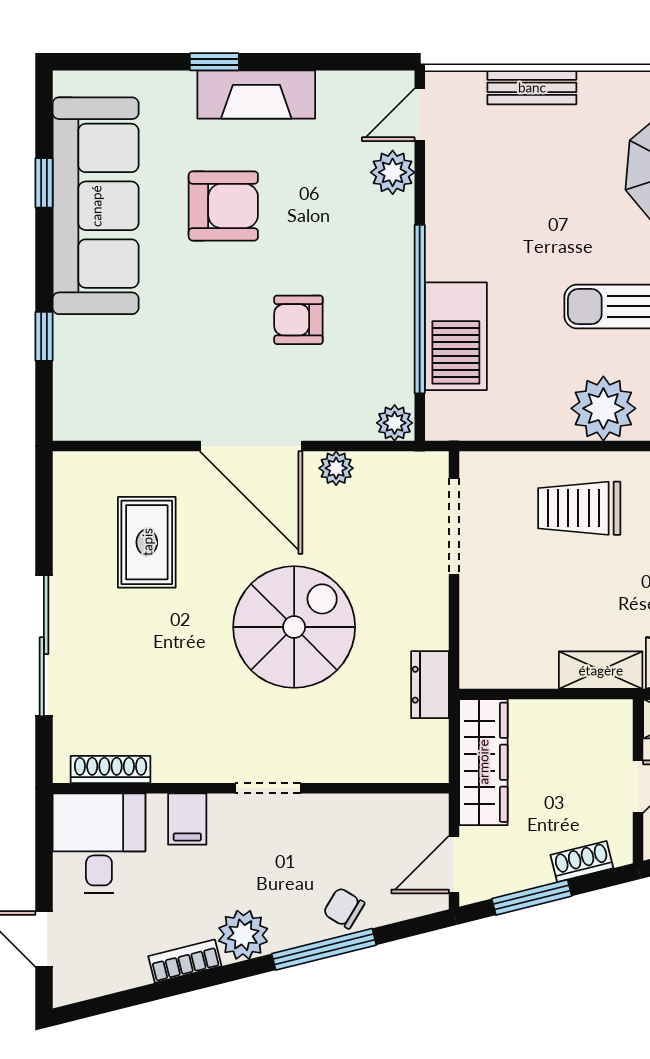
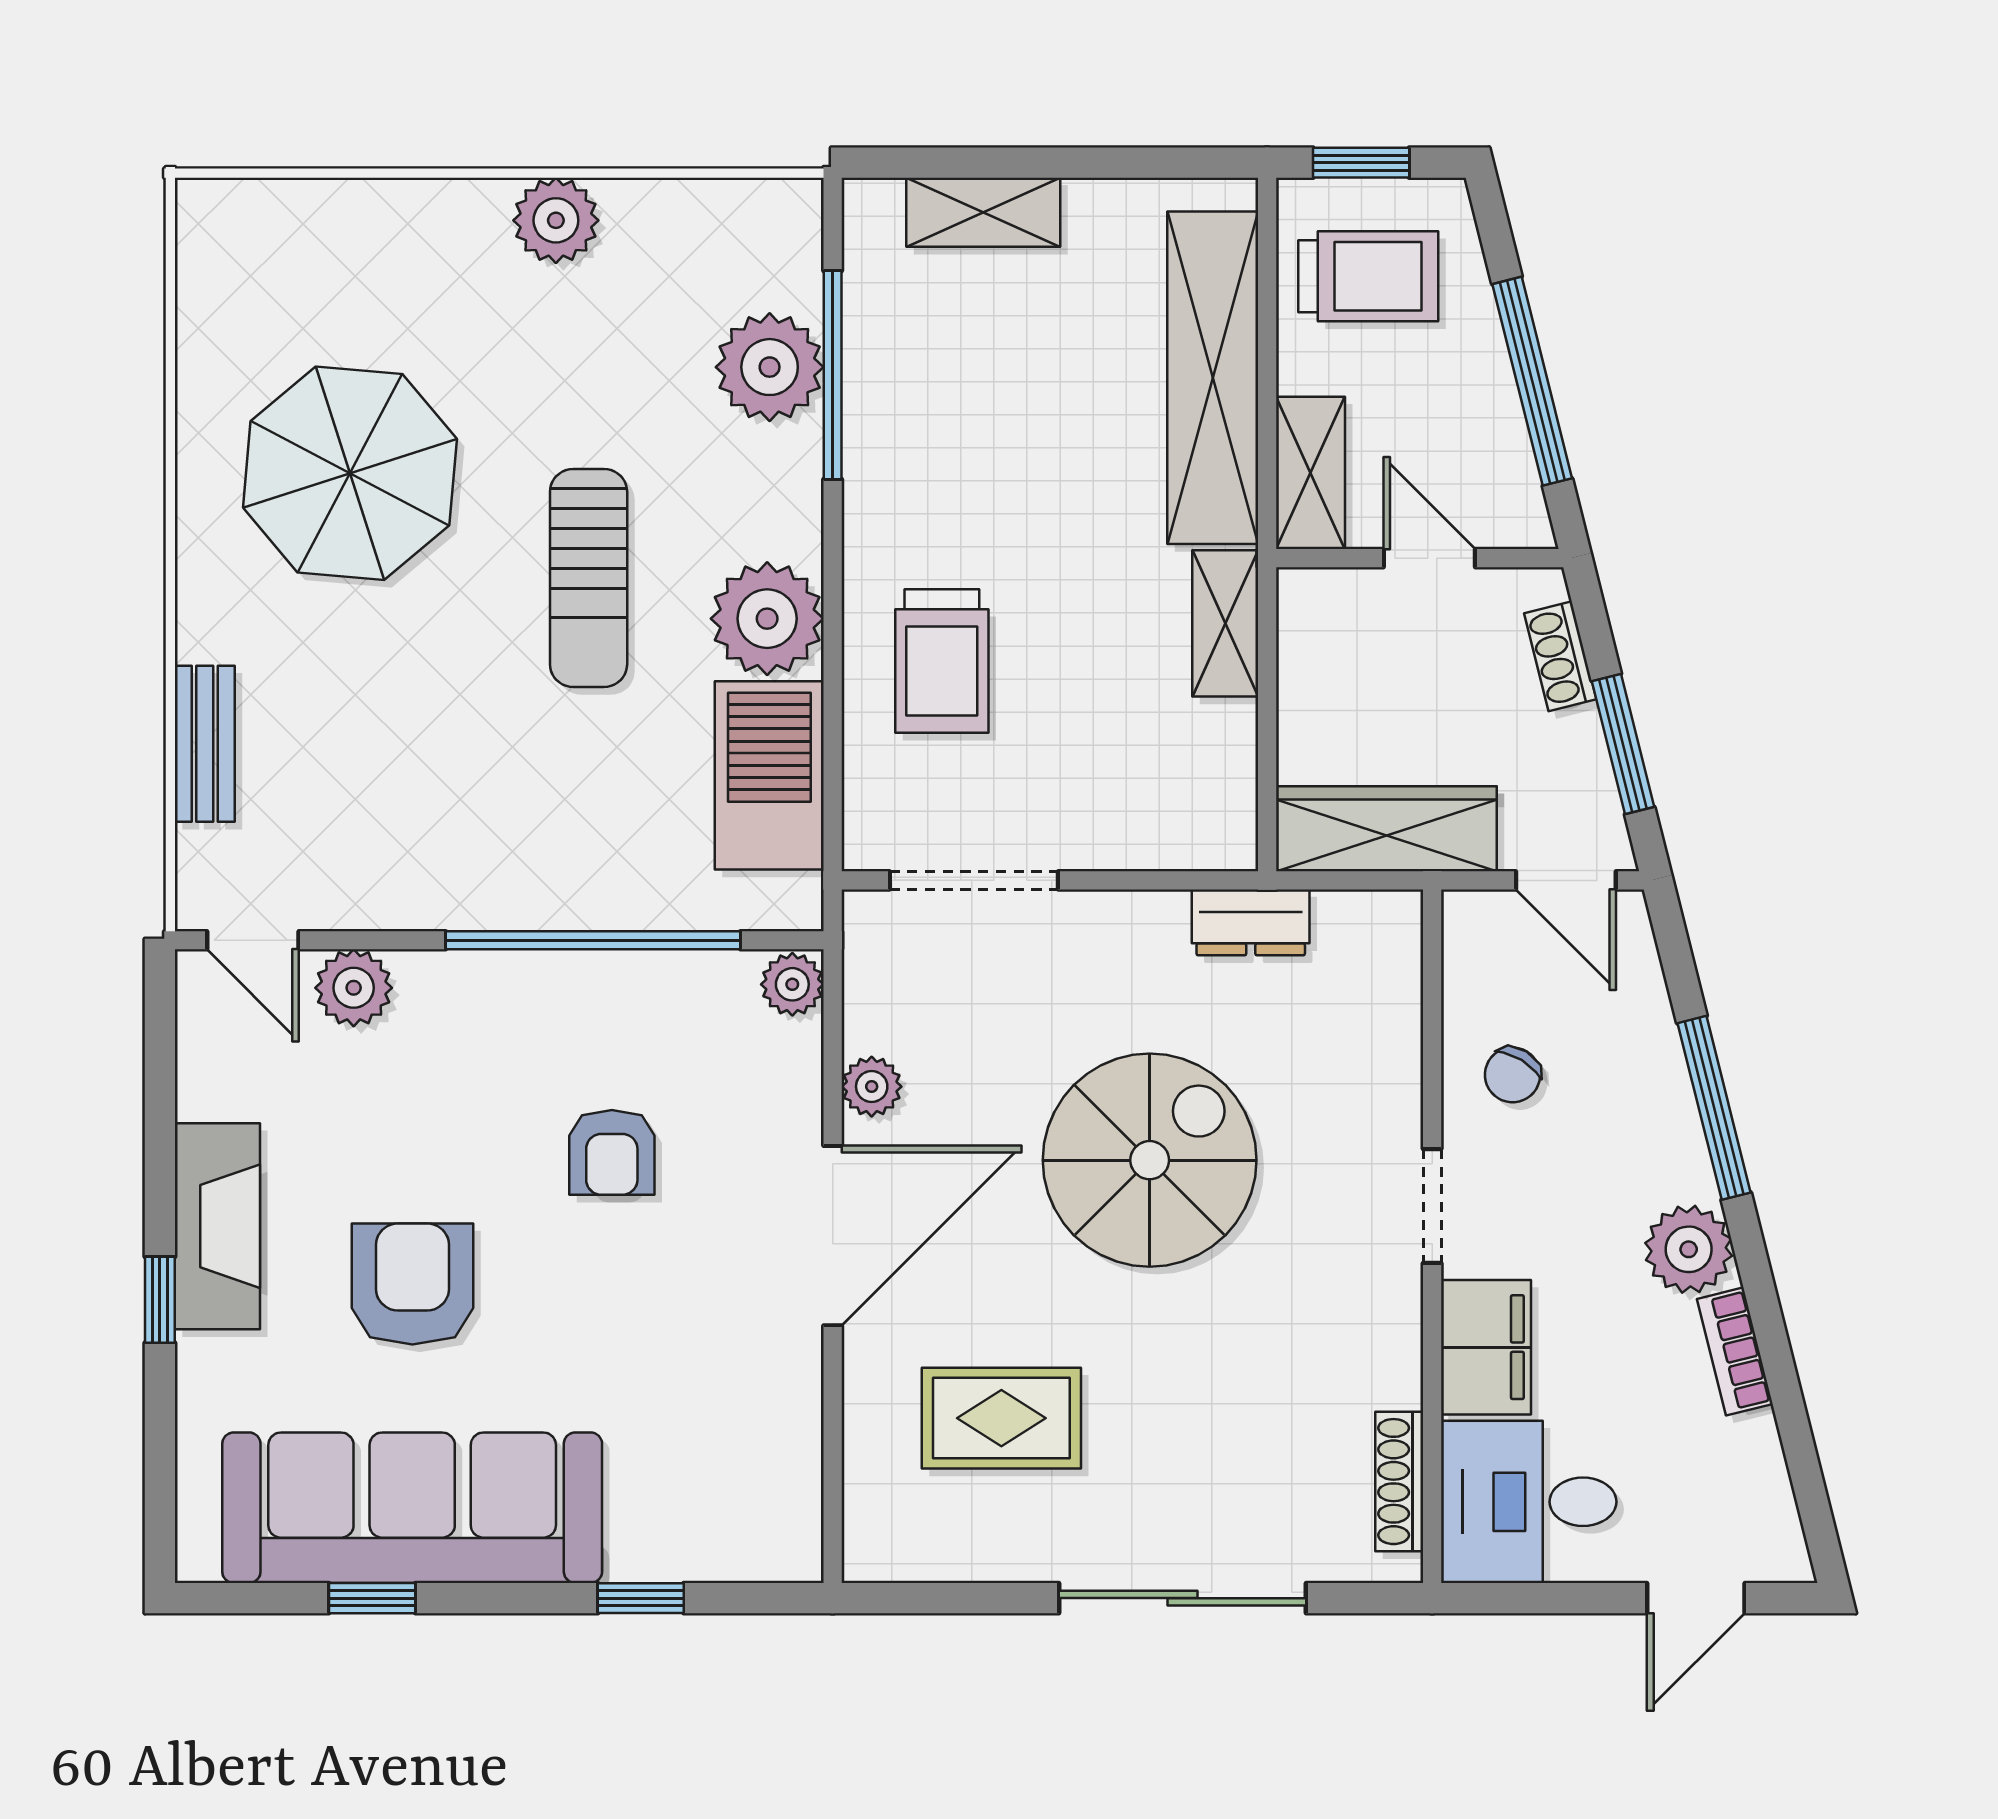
barbecue: (456, 336) -> (769, 775), moved, turned -90
spiral stairs: (294, 627) -> (1150, 1160), turned 90
filing cabinet: (187, 819) -> (1486, 1347), width x2.00
chair: (344, 908) -> (1512, 1075), moved

